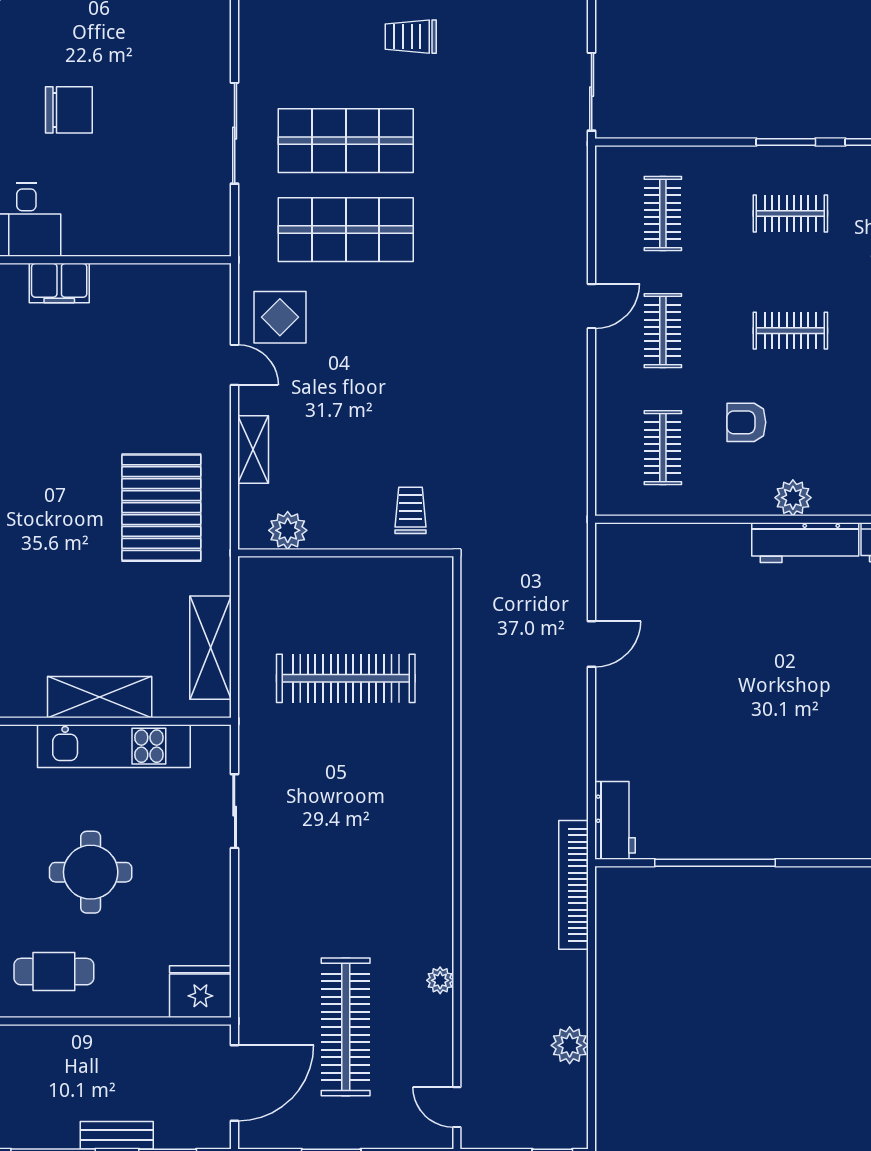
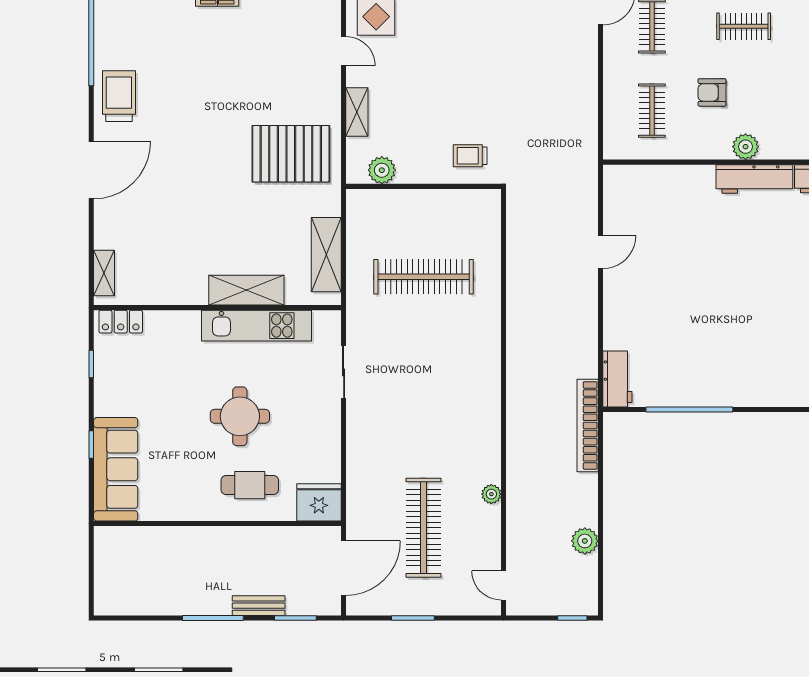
pallet: (161, 508) -> (291, 154), turned 90
trolley: (411, 510) -> (470, 156), turned -90
cafe table: (54, 972) -> (250, 485), moved

